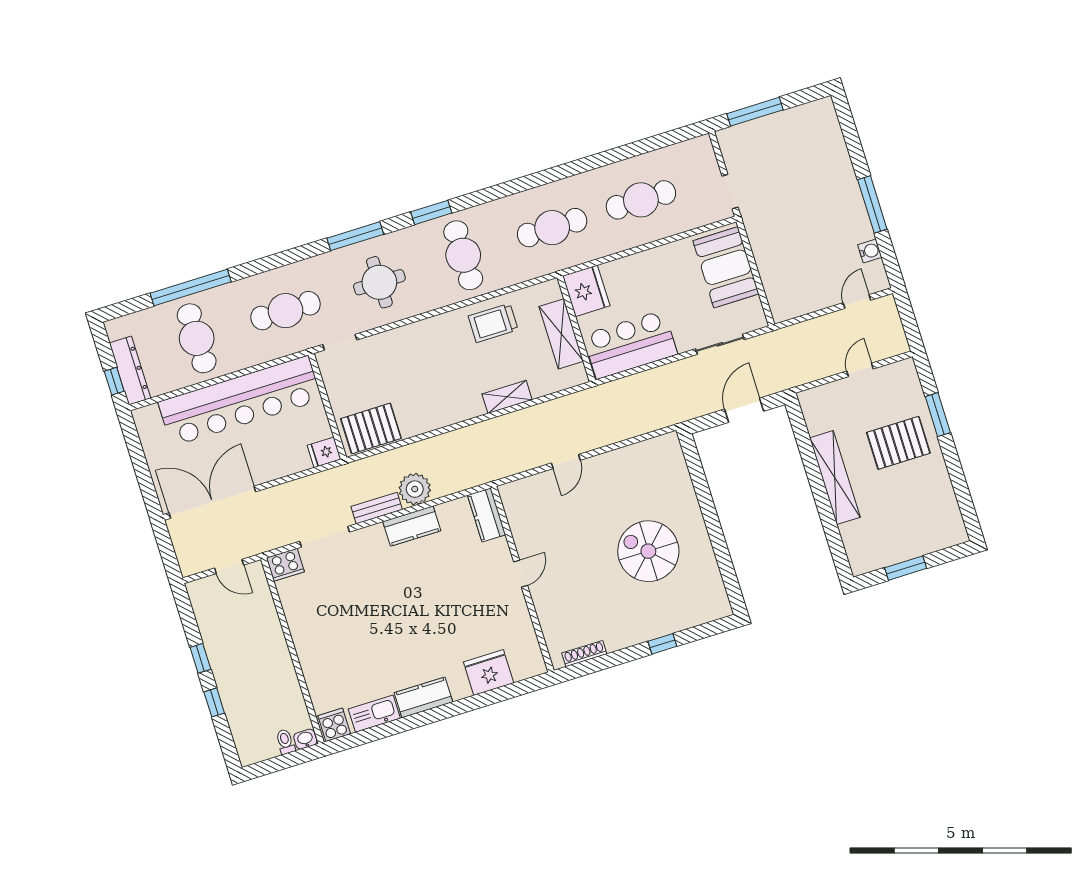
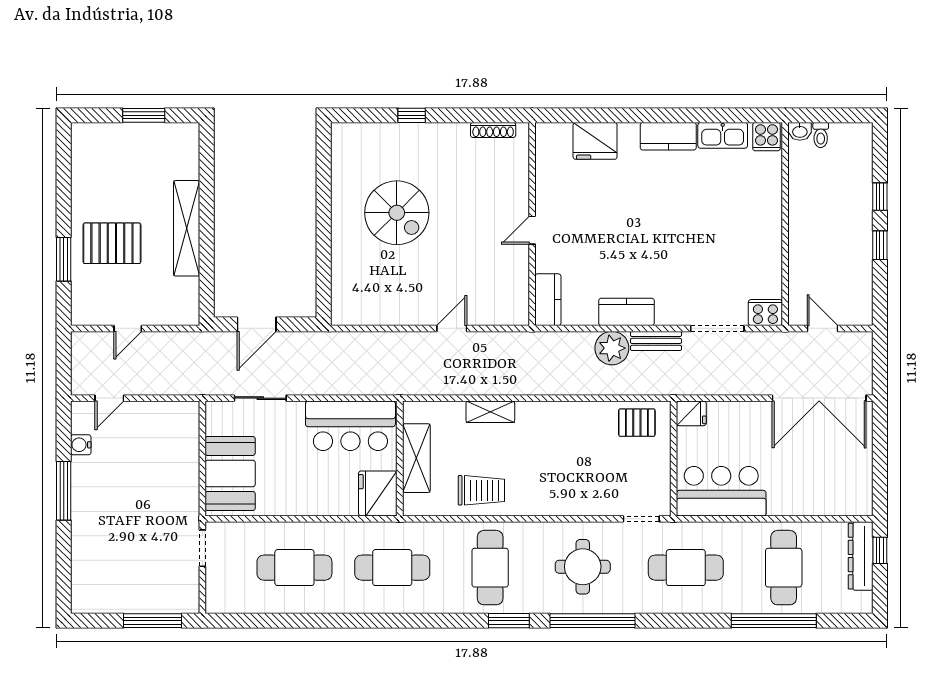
window: (355, 236) -> (593, 621), width x1.46
bar counter: (240, 401) -> (721, 491), width x0.54
pallet: (371, 428) -> (637, 423), width x0.67, depth x0.71

